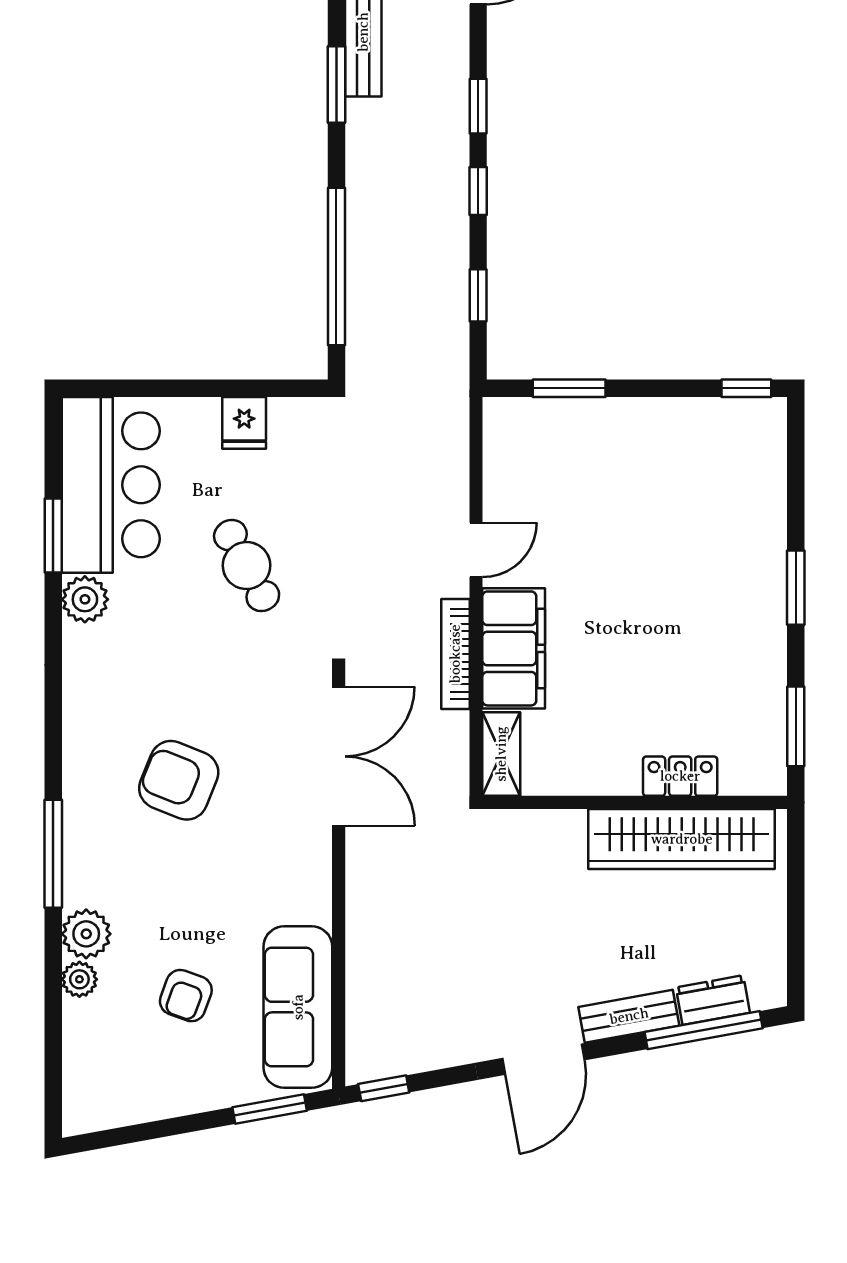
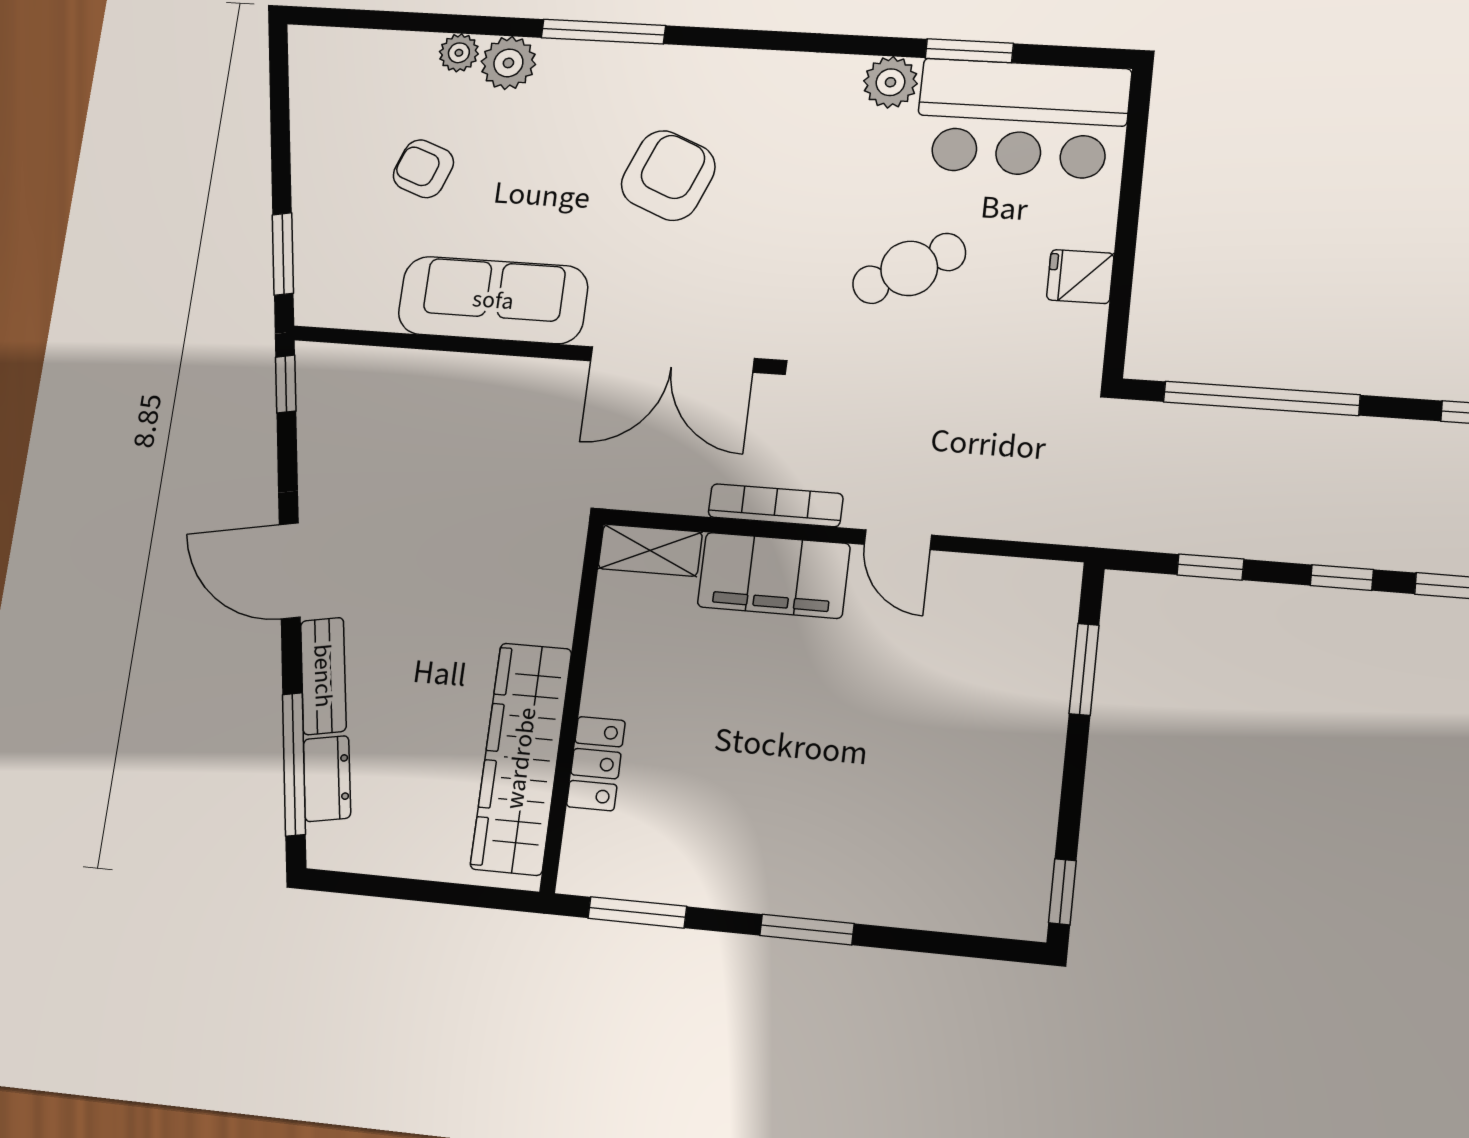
sofa: (298, 1007) -> (493, 300), moved

